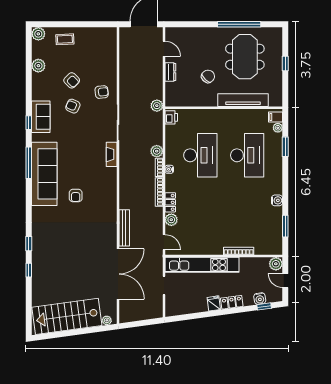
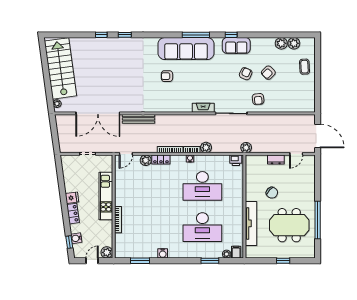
plant: (38, 34) -> (294, 43), moved
kitchen unit: (202, 265) -> (106, 196), width x0.73

